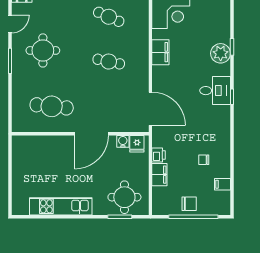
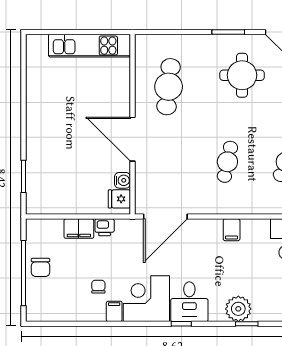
filing cabinet: (160, 52) -> (232, 230), width x0.50
corner desk: (213, 123) -> (146, 299), added
filing cabinet: (222, 184) -> (114, 311), moved
round table: (124, 197) -> (49, 183), removed
kitchen unit: (61, 206) -> (89, 46), moved, turned 90

